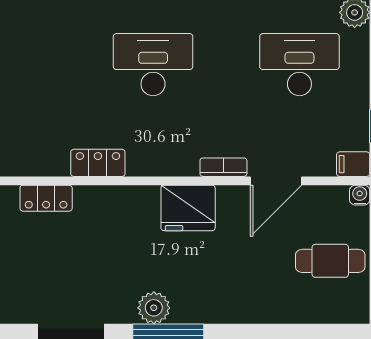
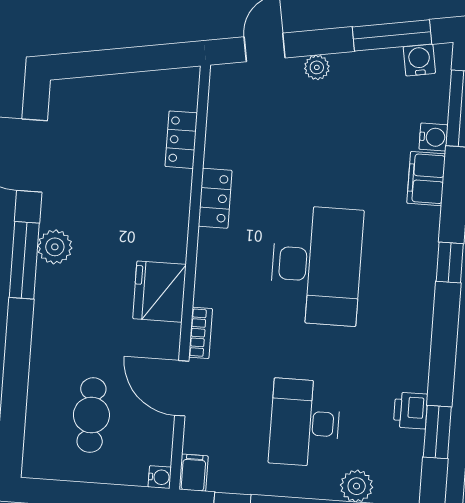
desk: (153, 65) -> (316, 265), width x1.36, depth x1.30
desk: (299, 65) -> (305, 423), turned 180
cafe table: (330, 261) -> (91, 415), moved

